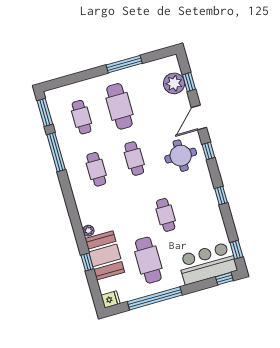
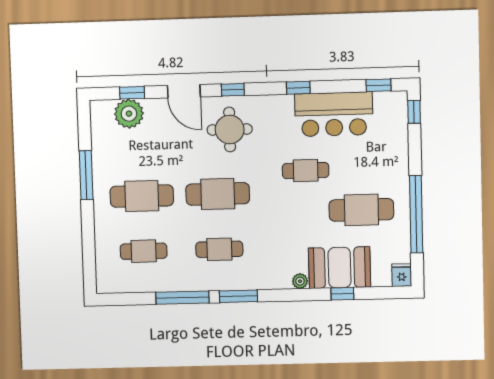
window: (45, 112) -> (238, 296), moved
cafe table: (134, 159) -> (218, 194), width x1.37, depth x1.35
bar counter: (207, 263) -> (334, 114), moved, turned -90

